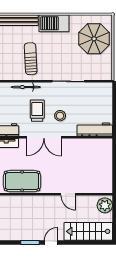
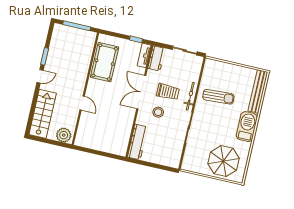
bicycle: (26, 87) -> (190, 96), moved
door: (68, 194) -> (82, 103), swing flipped
door: (51, 243) -> (40, 76), hinge flipped

